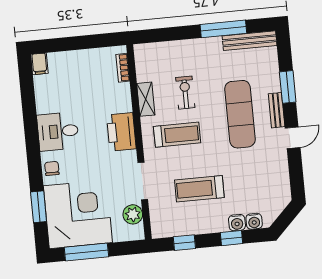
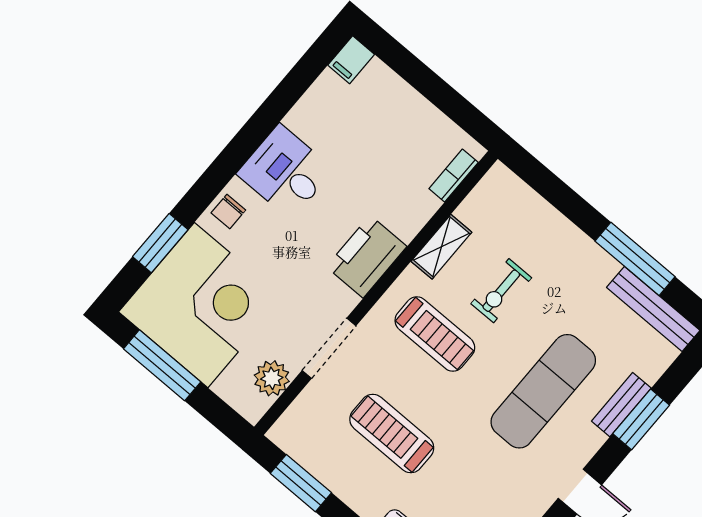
exercise bike: (185, 93) -> (501, 291), turned 180
bench: (277, 110) -> (621, 405), moved
chair: (52, 168) -> (228, 211), turned 180
window: (184, 243) -> (301, 483), width x1.50

